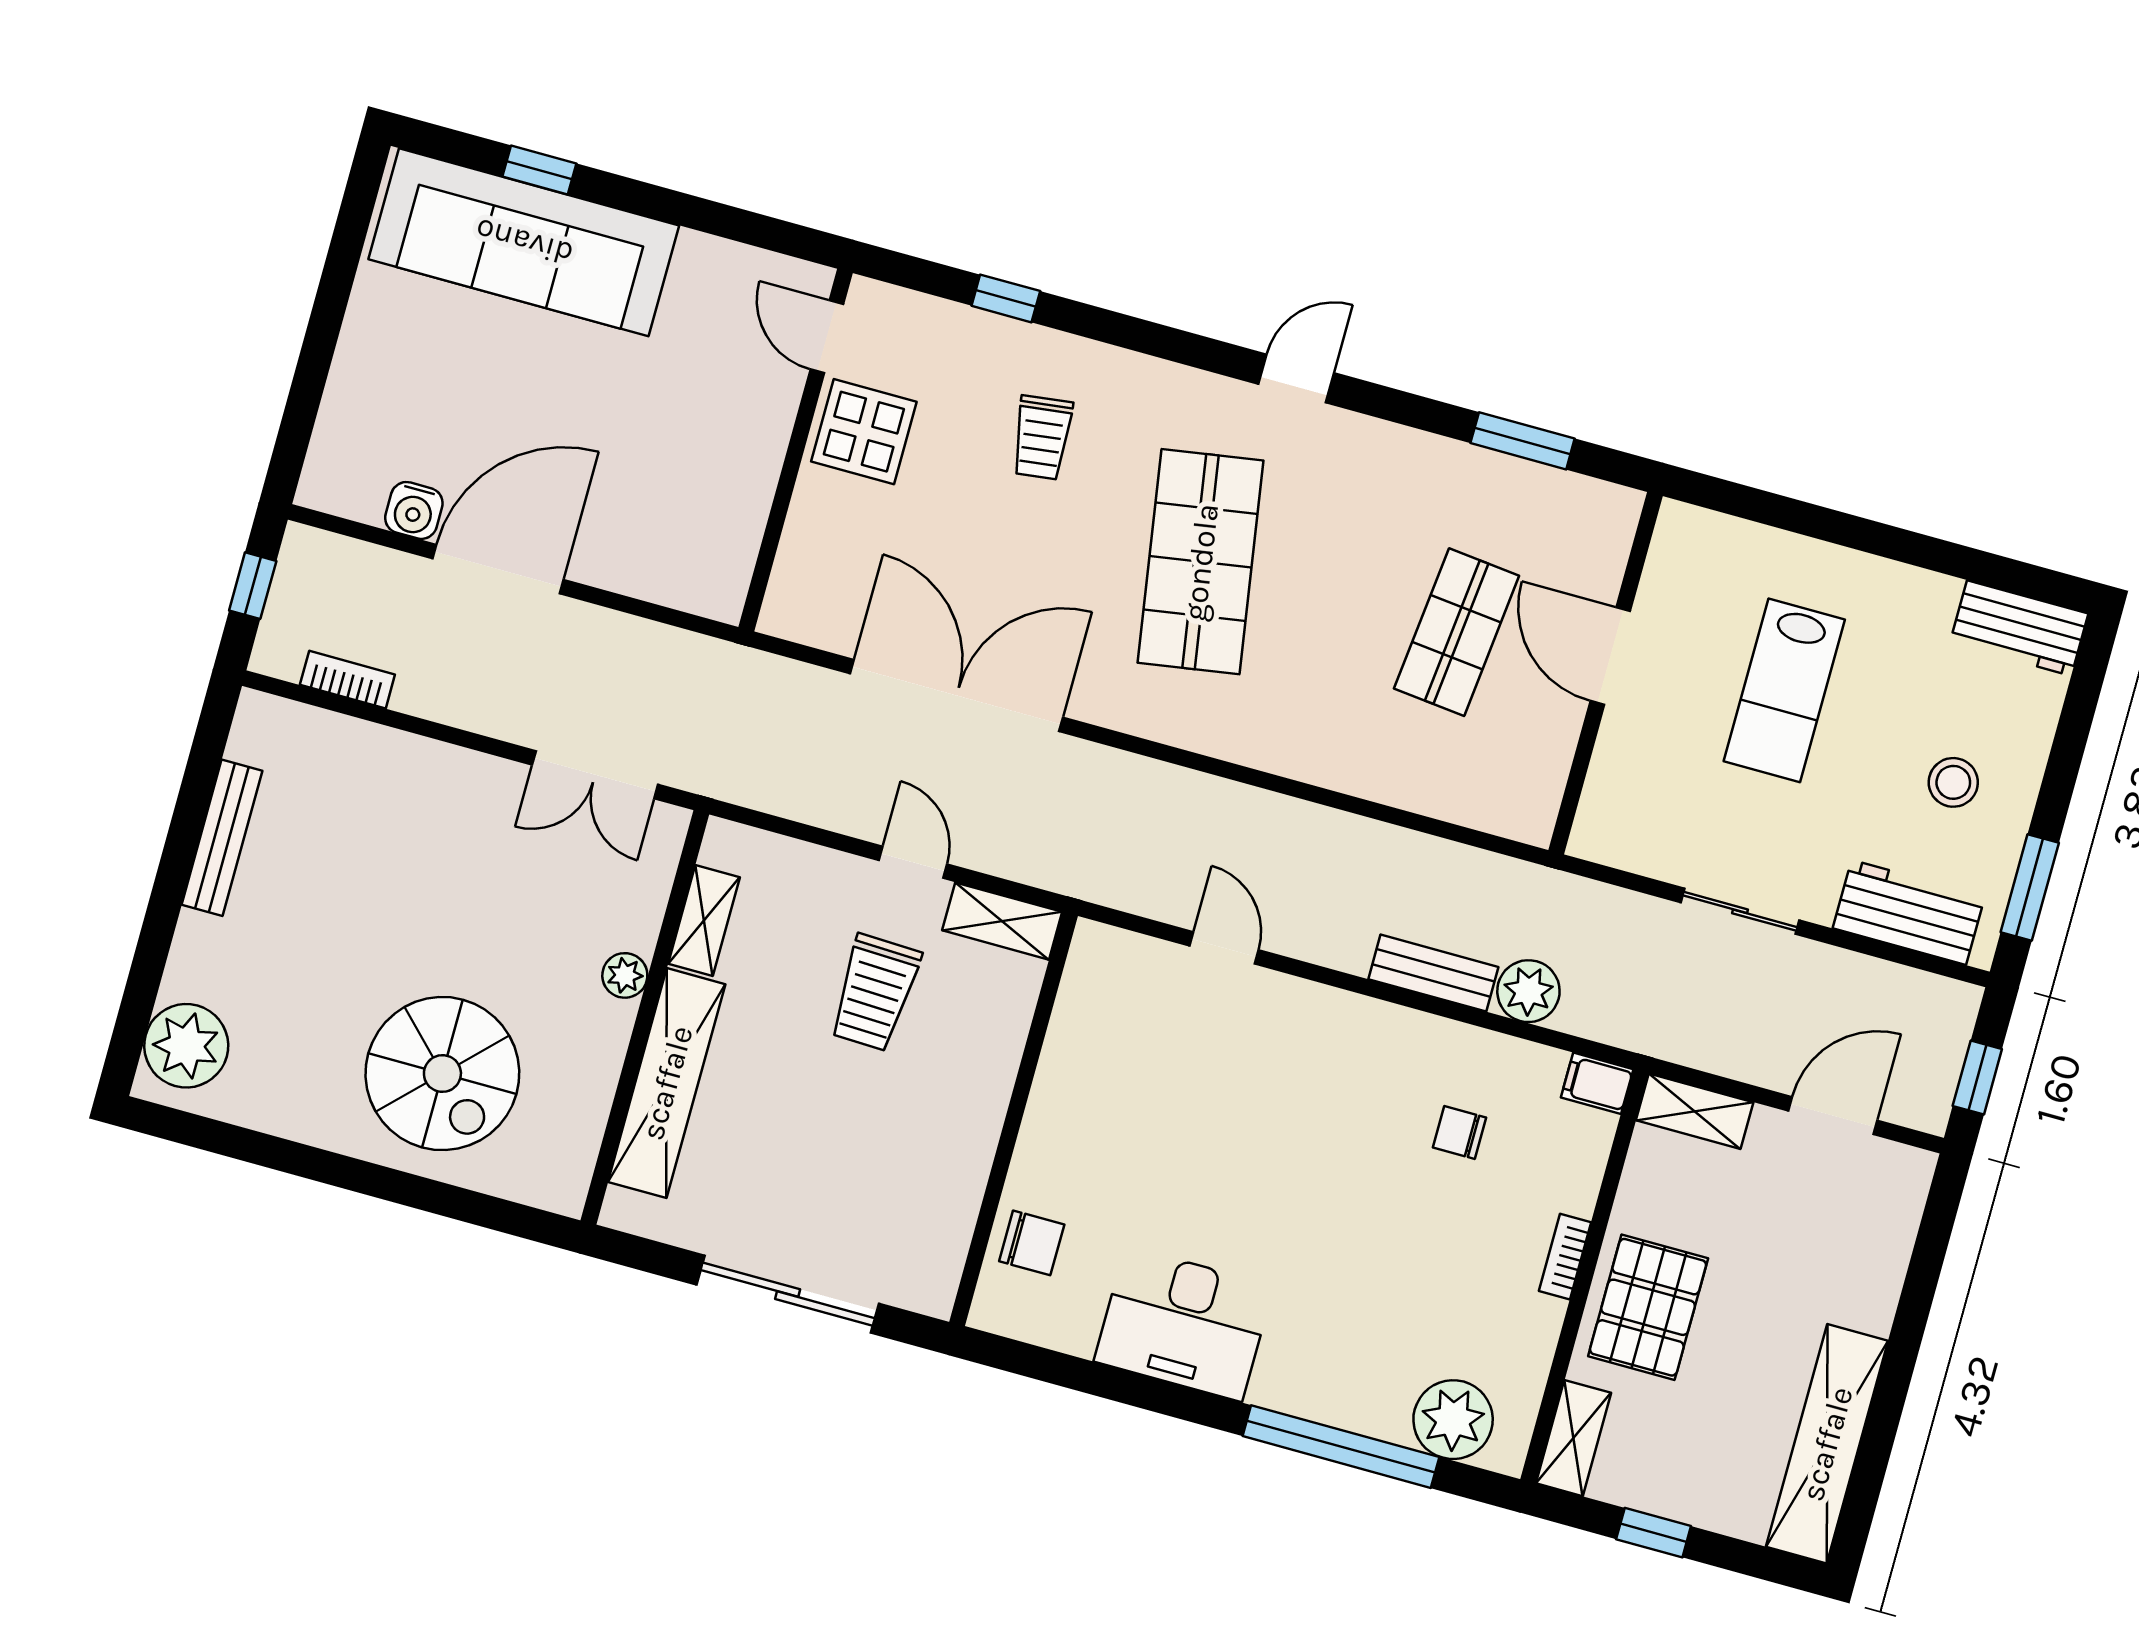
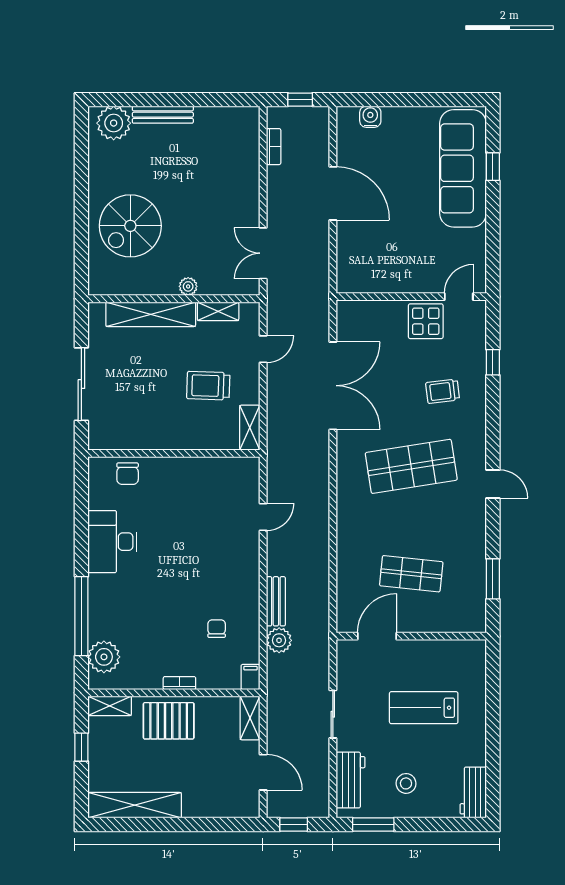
water cooler: (414, 510) -> (370, 117), moved, turned 90
door: (1610, 656) -> (377, 636), moved
bench: (222, 838) -> (163, 115), moved
door: (913, 862) -> (263, 349), moved

